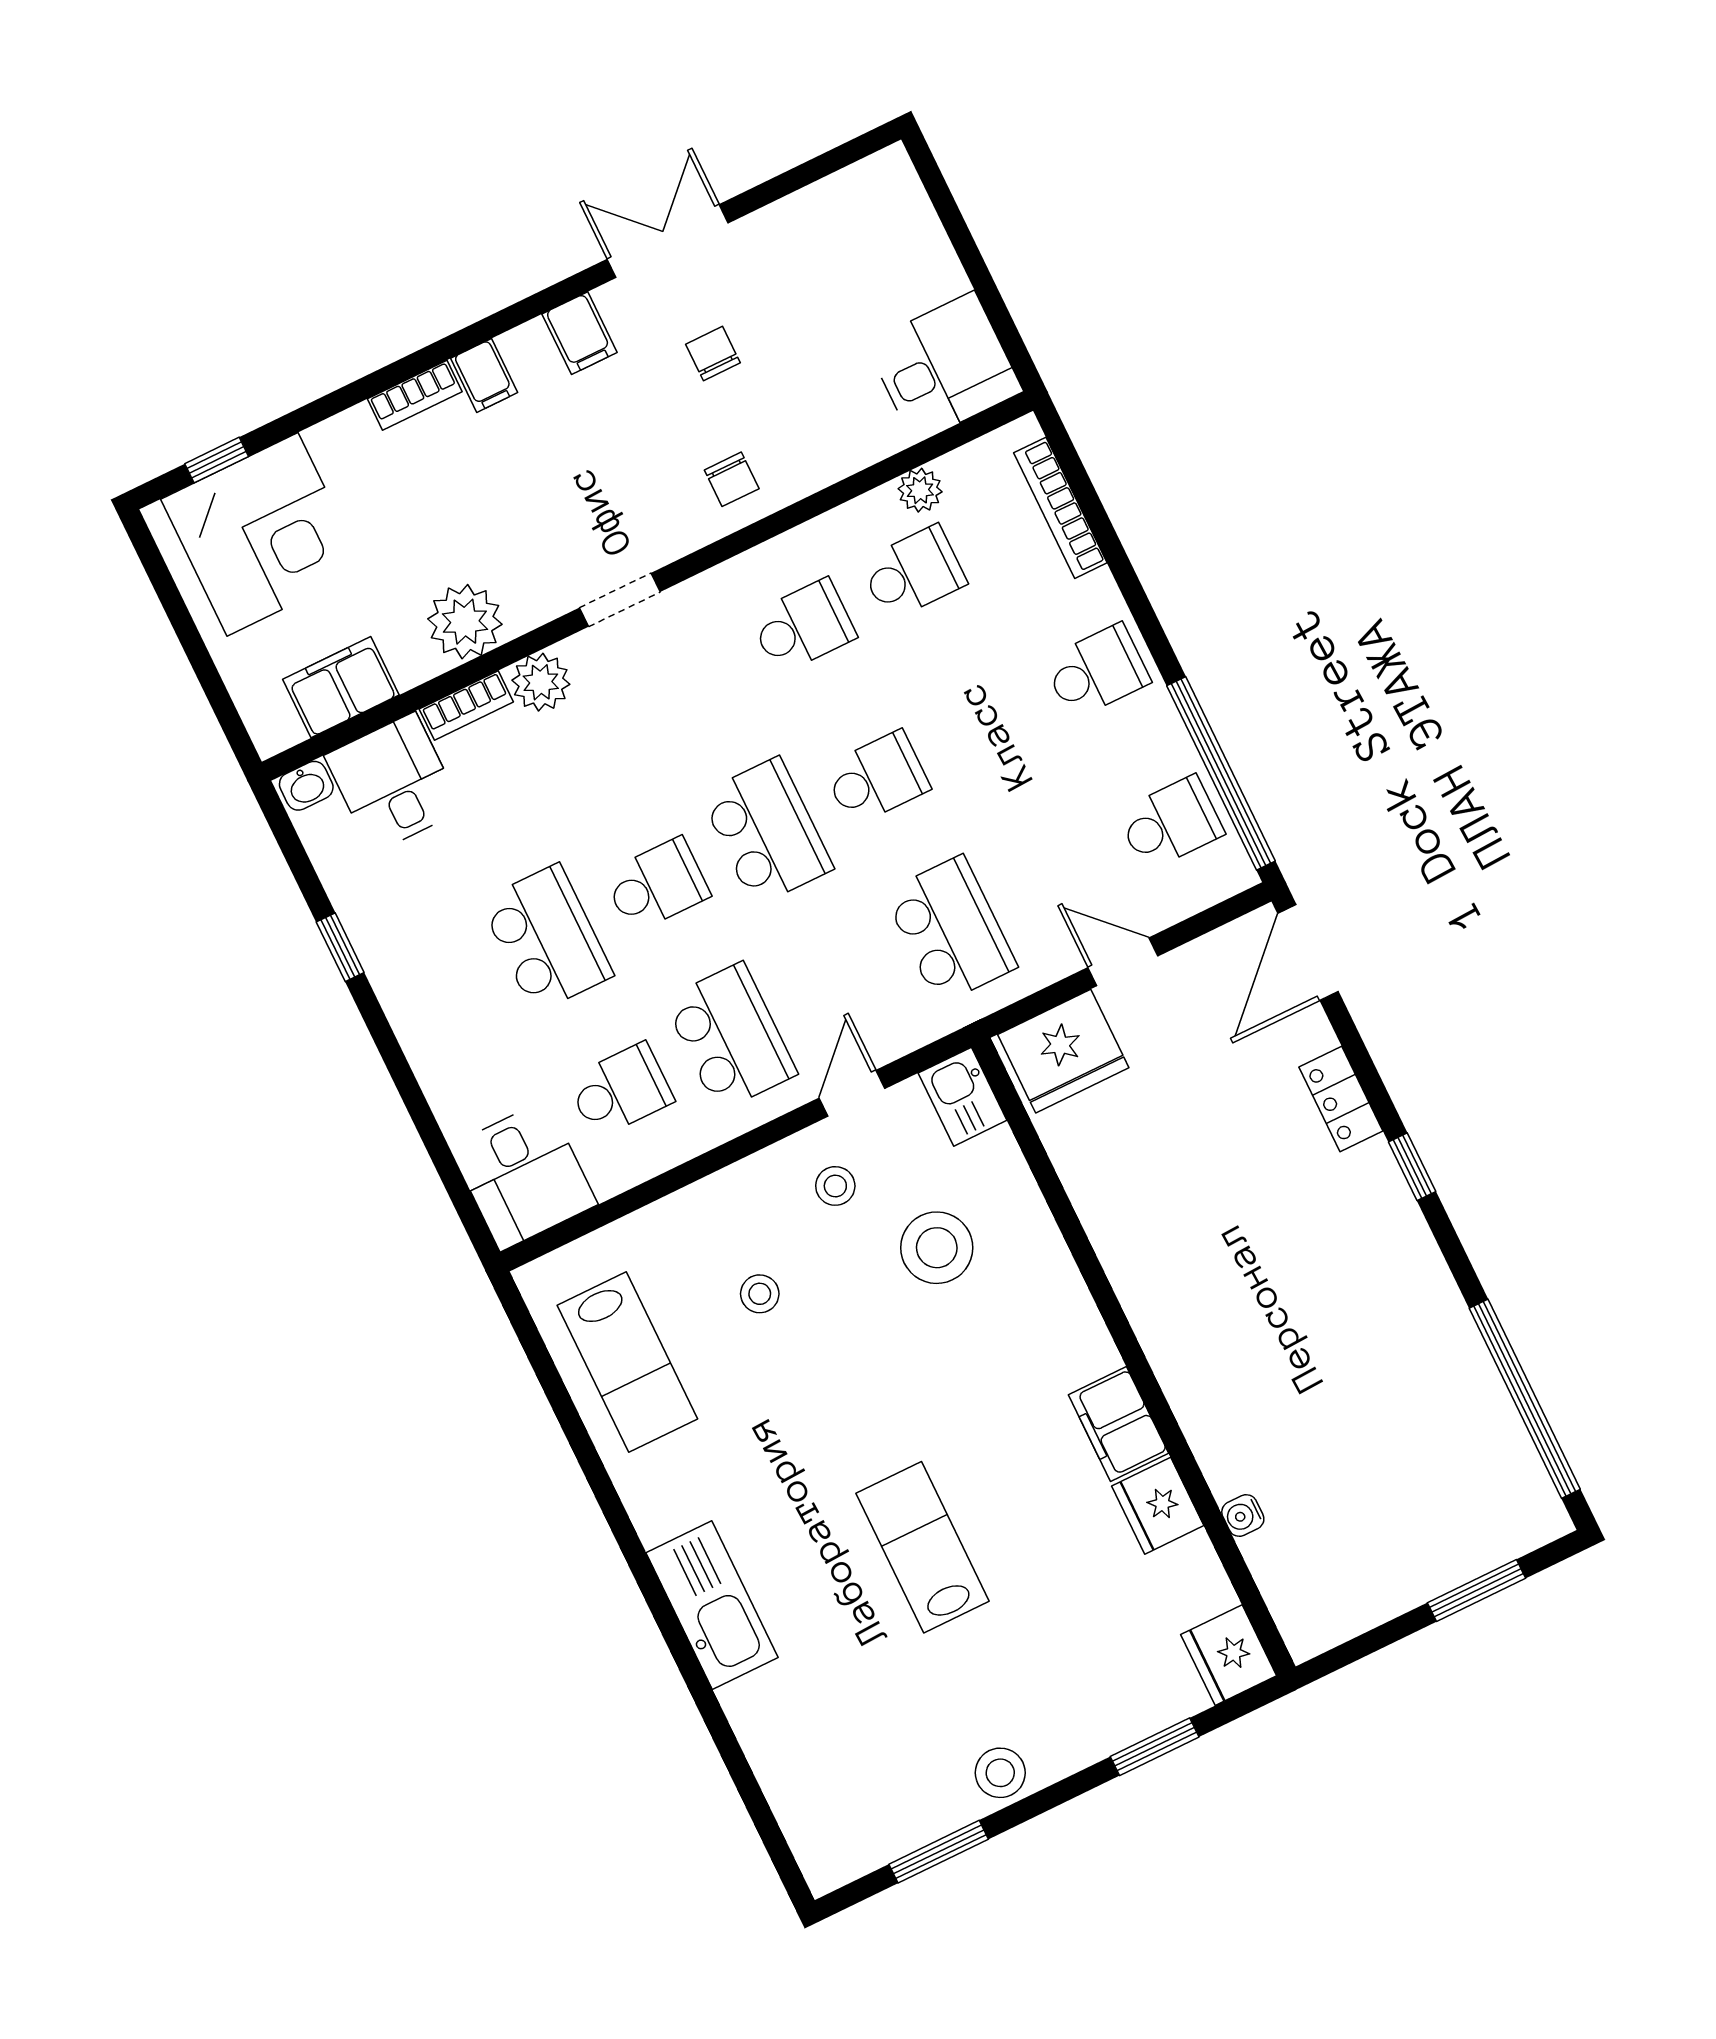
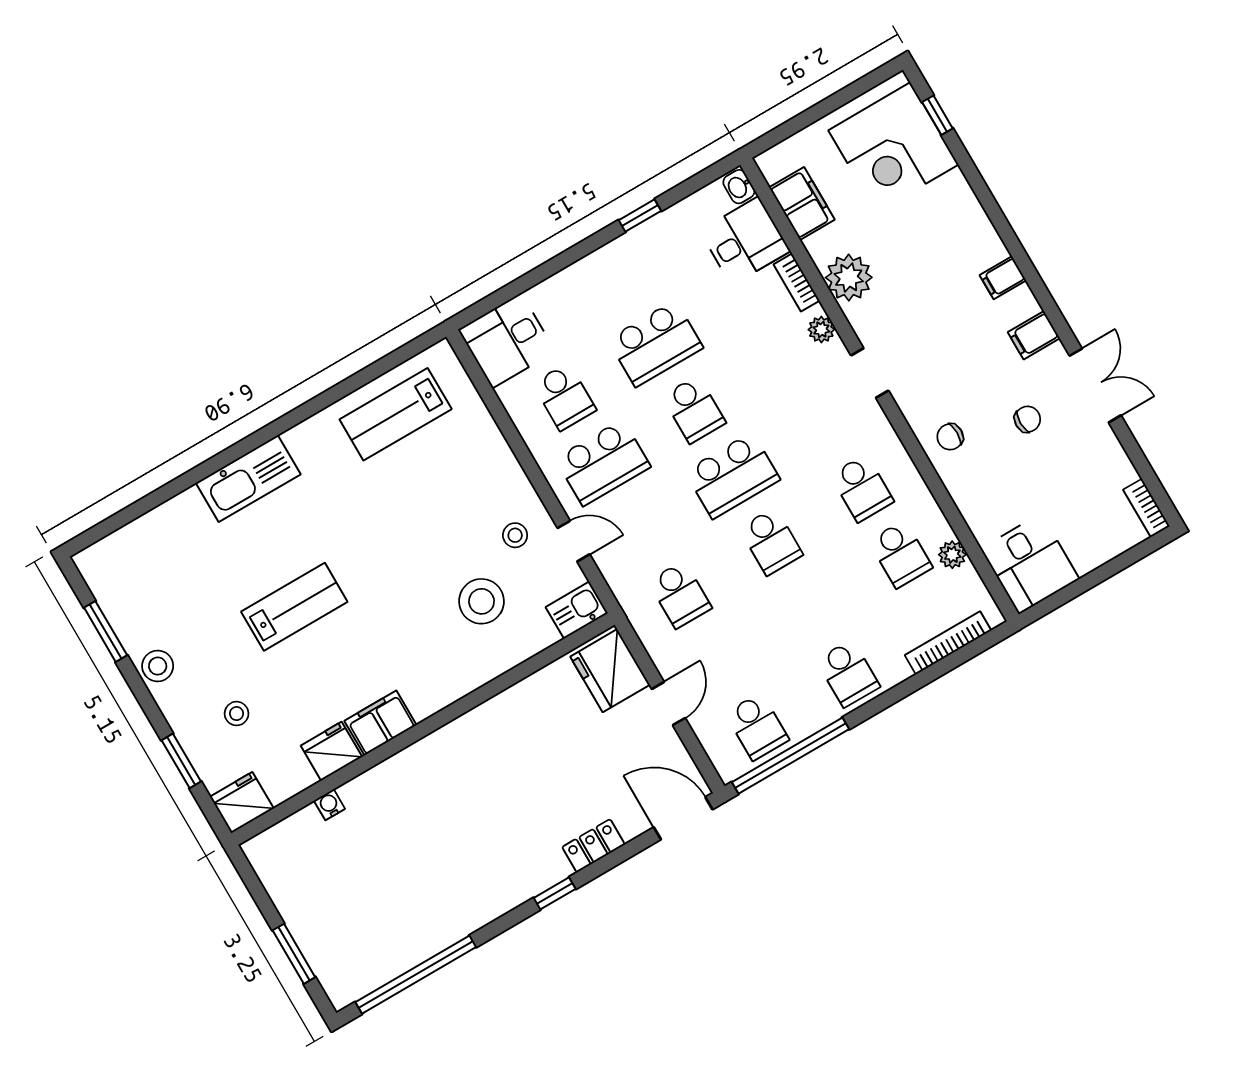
bookcase: (415, 395) -> (1146, 508), moved
plant: (541, 682) -> (821, 330), width x0.73, depth x0.73
school desk: (950, 930) -> (680, 595), width x0.54
stool: (760, 1294) -> (237, 714), moved

